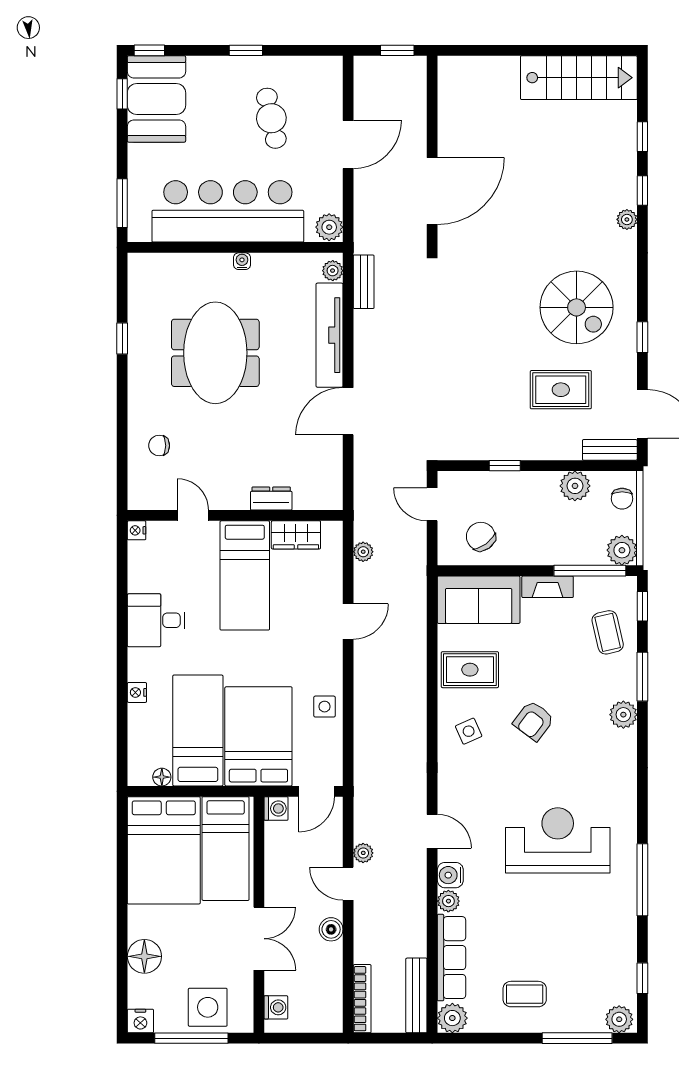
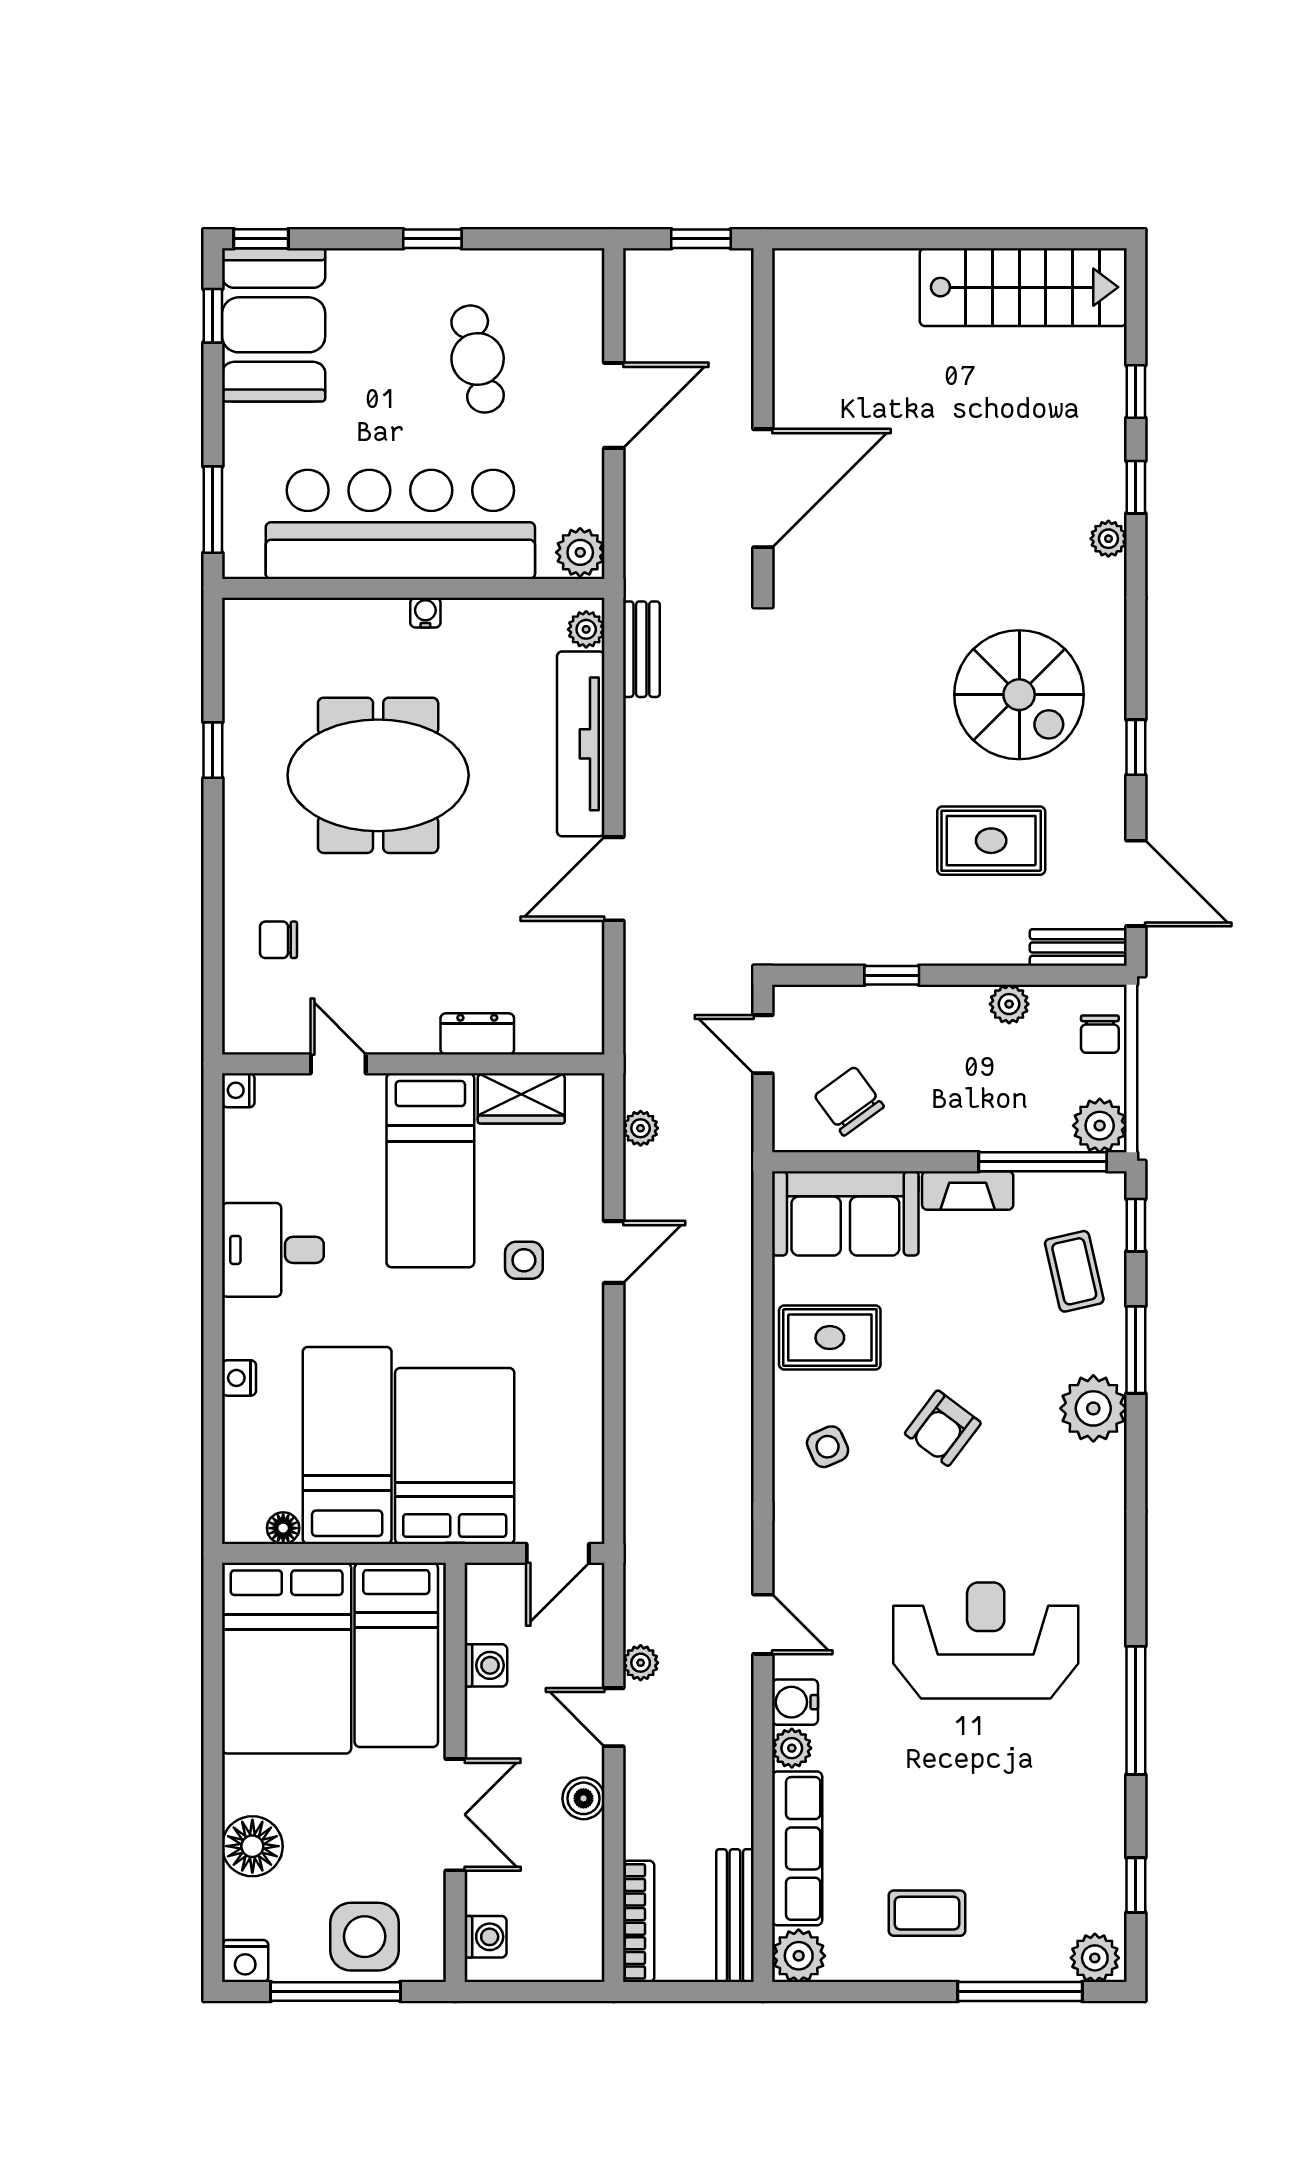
meeting table: (215, 353) -> (378, 775), turned 90
plant: (575, 486) -> (1009, 1004), width x0.73, depth x0.73
side table: (325, 707) -> (524, 1260), moved
plant: (623, 715) -> (1093, 1408), width x1.36, depth x1.36
washing machine: (276, 809) -> (486, 1665), moved

